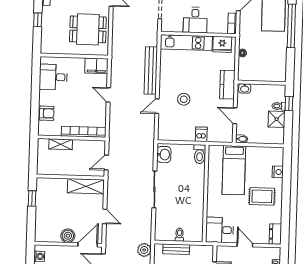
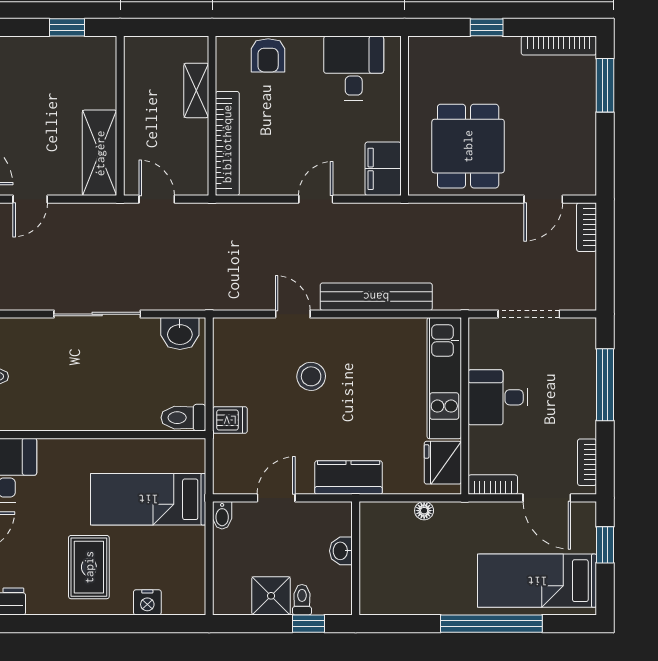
washbasin: (245, 88) -> (341, 551), moved

